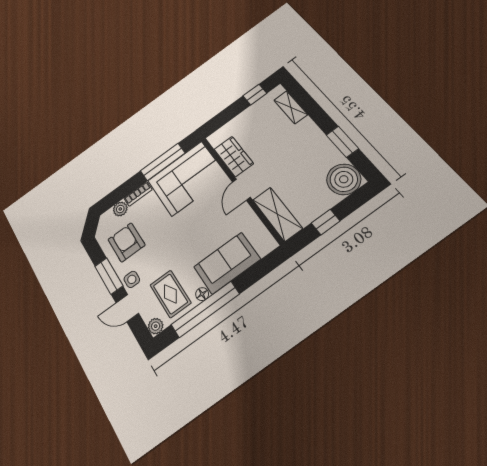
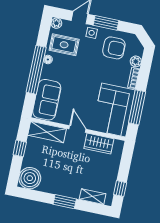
window: (342, 142) -> (65, 202), moved
sofa: (227, 263) -> (47, 100), moved
window: (205, 309) -> (36, 70), moved

